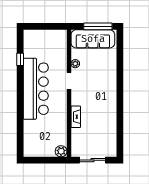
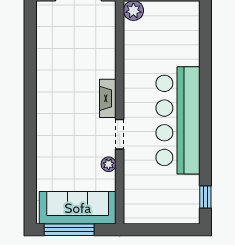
window: (20, 59) -> (205, 197), moved
fireplace: (76, 117) -> (108, 98), moved

